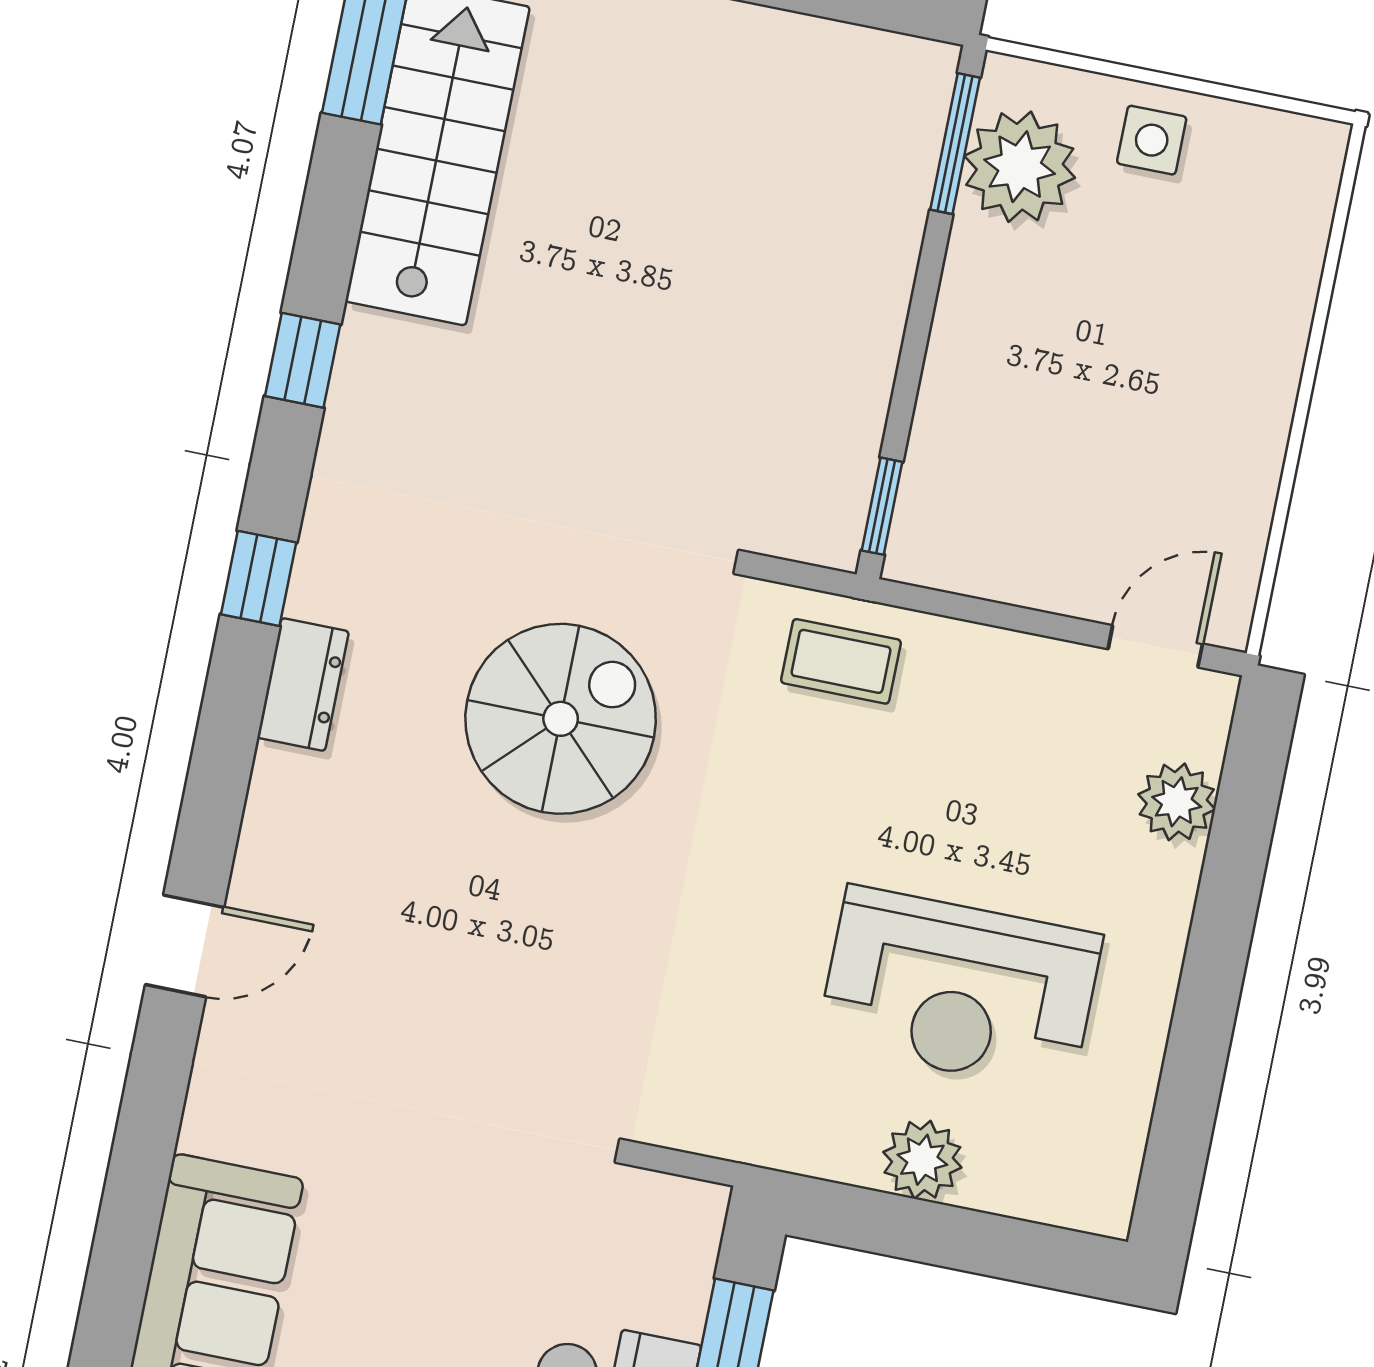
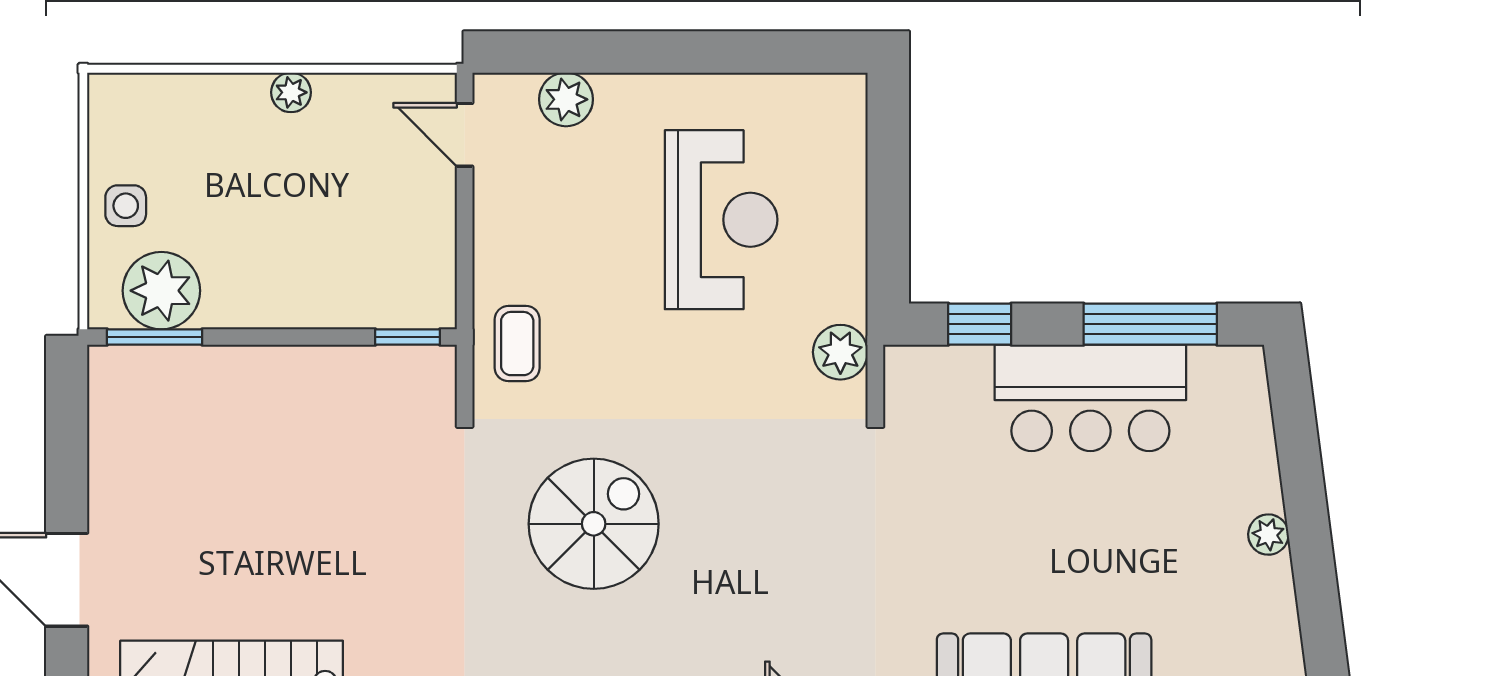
plant: (1266, 410) -> (291, 92), added
spiral stairs: (561, 719) -> (594, 524), turned 90
plant: (922, 1160) -> (840, 352), moved

